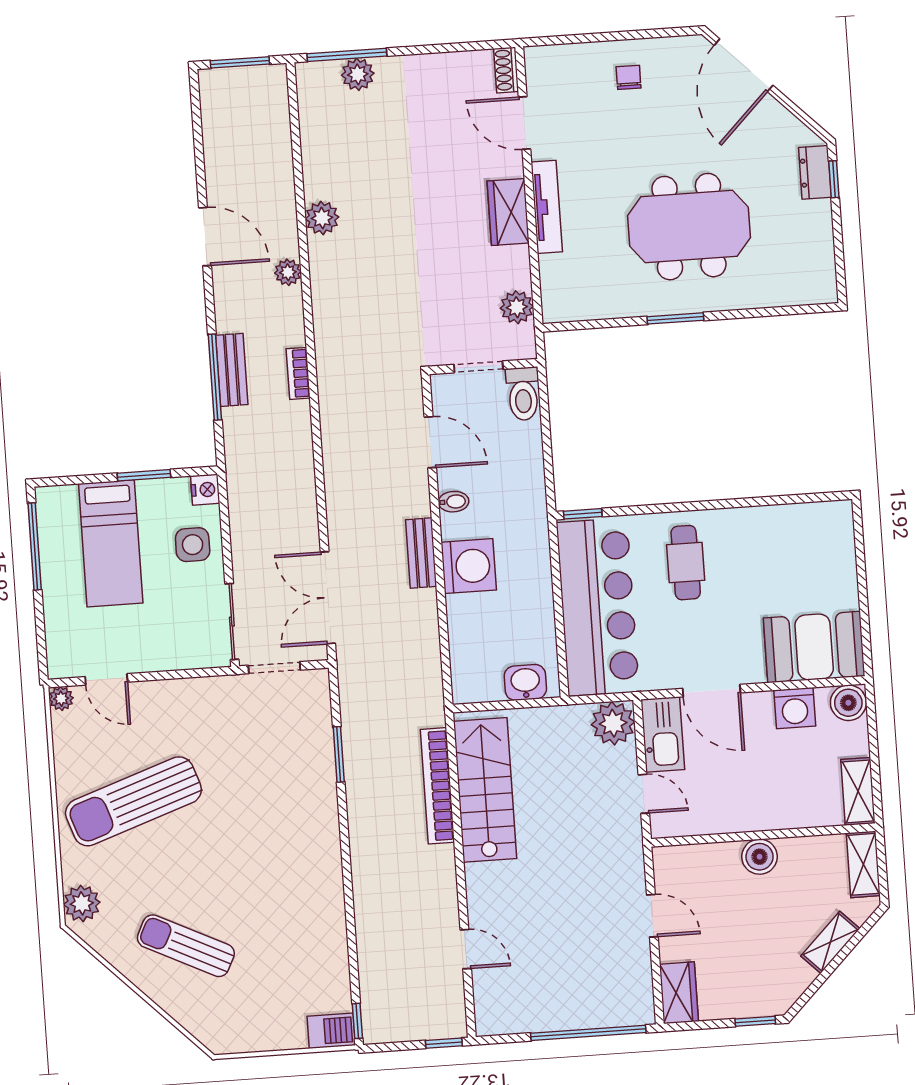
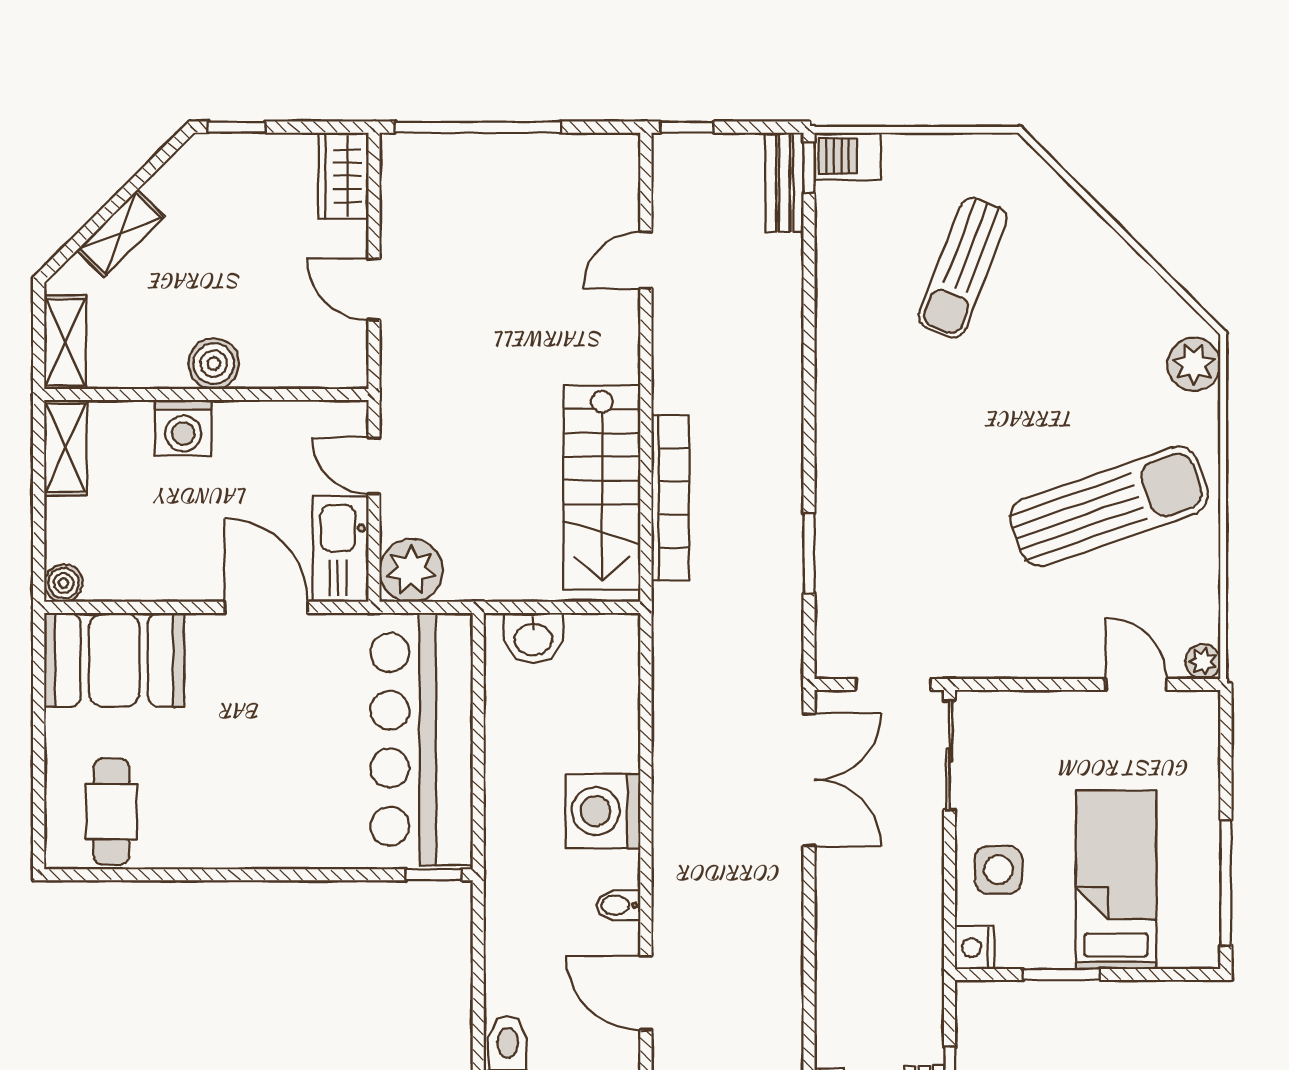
bench: (421, 553) -> (785, 182), moved
cafe table: (686, 563) -> (111, 812), moved
boiler: (848, 703) -> (64, 583), width x0.73, depth x0.73
washing machine: (795, 708) -> (183, 428), moved, turned 180
sun lounger: (186, 946) -> (963, 268), moved, turned 85
door: (466, 949) -> (646, 260), hinge flipped

